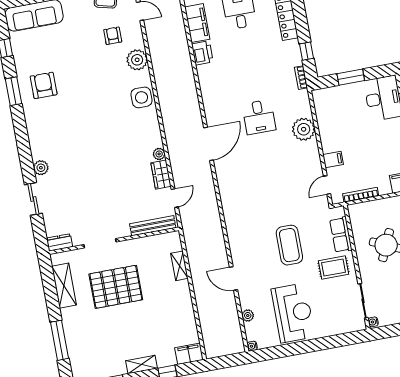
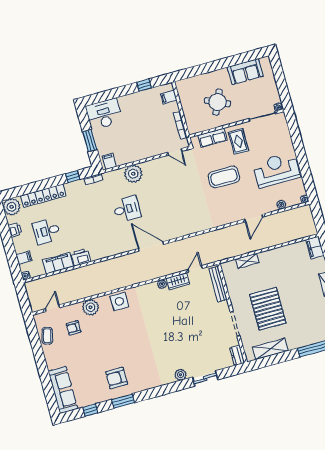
filing cabinet: (333, 159) -> (109, 161), moved
door: (175, 198) -> (195, 269), hinge flipped

